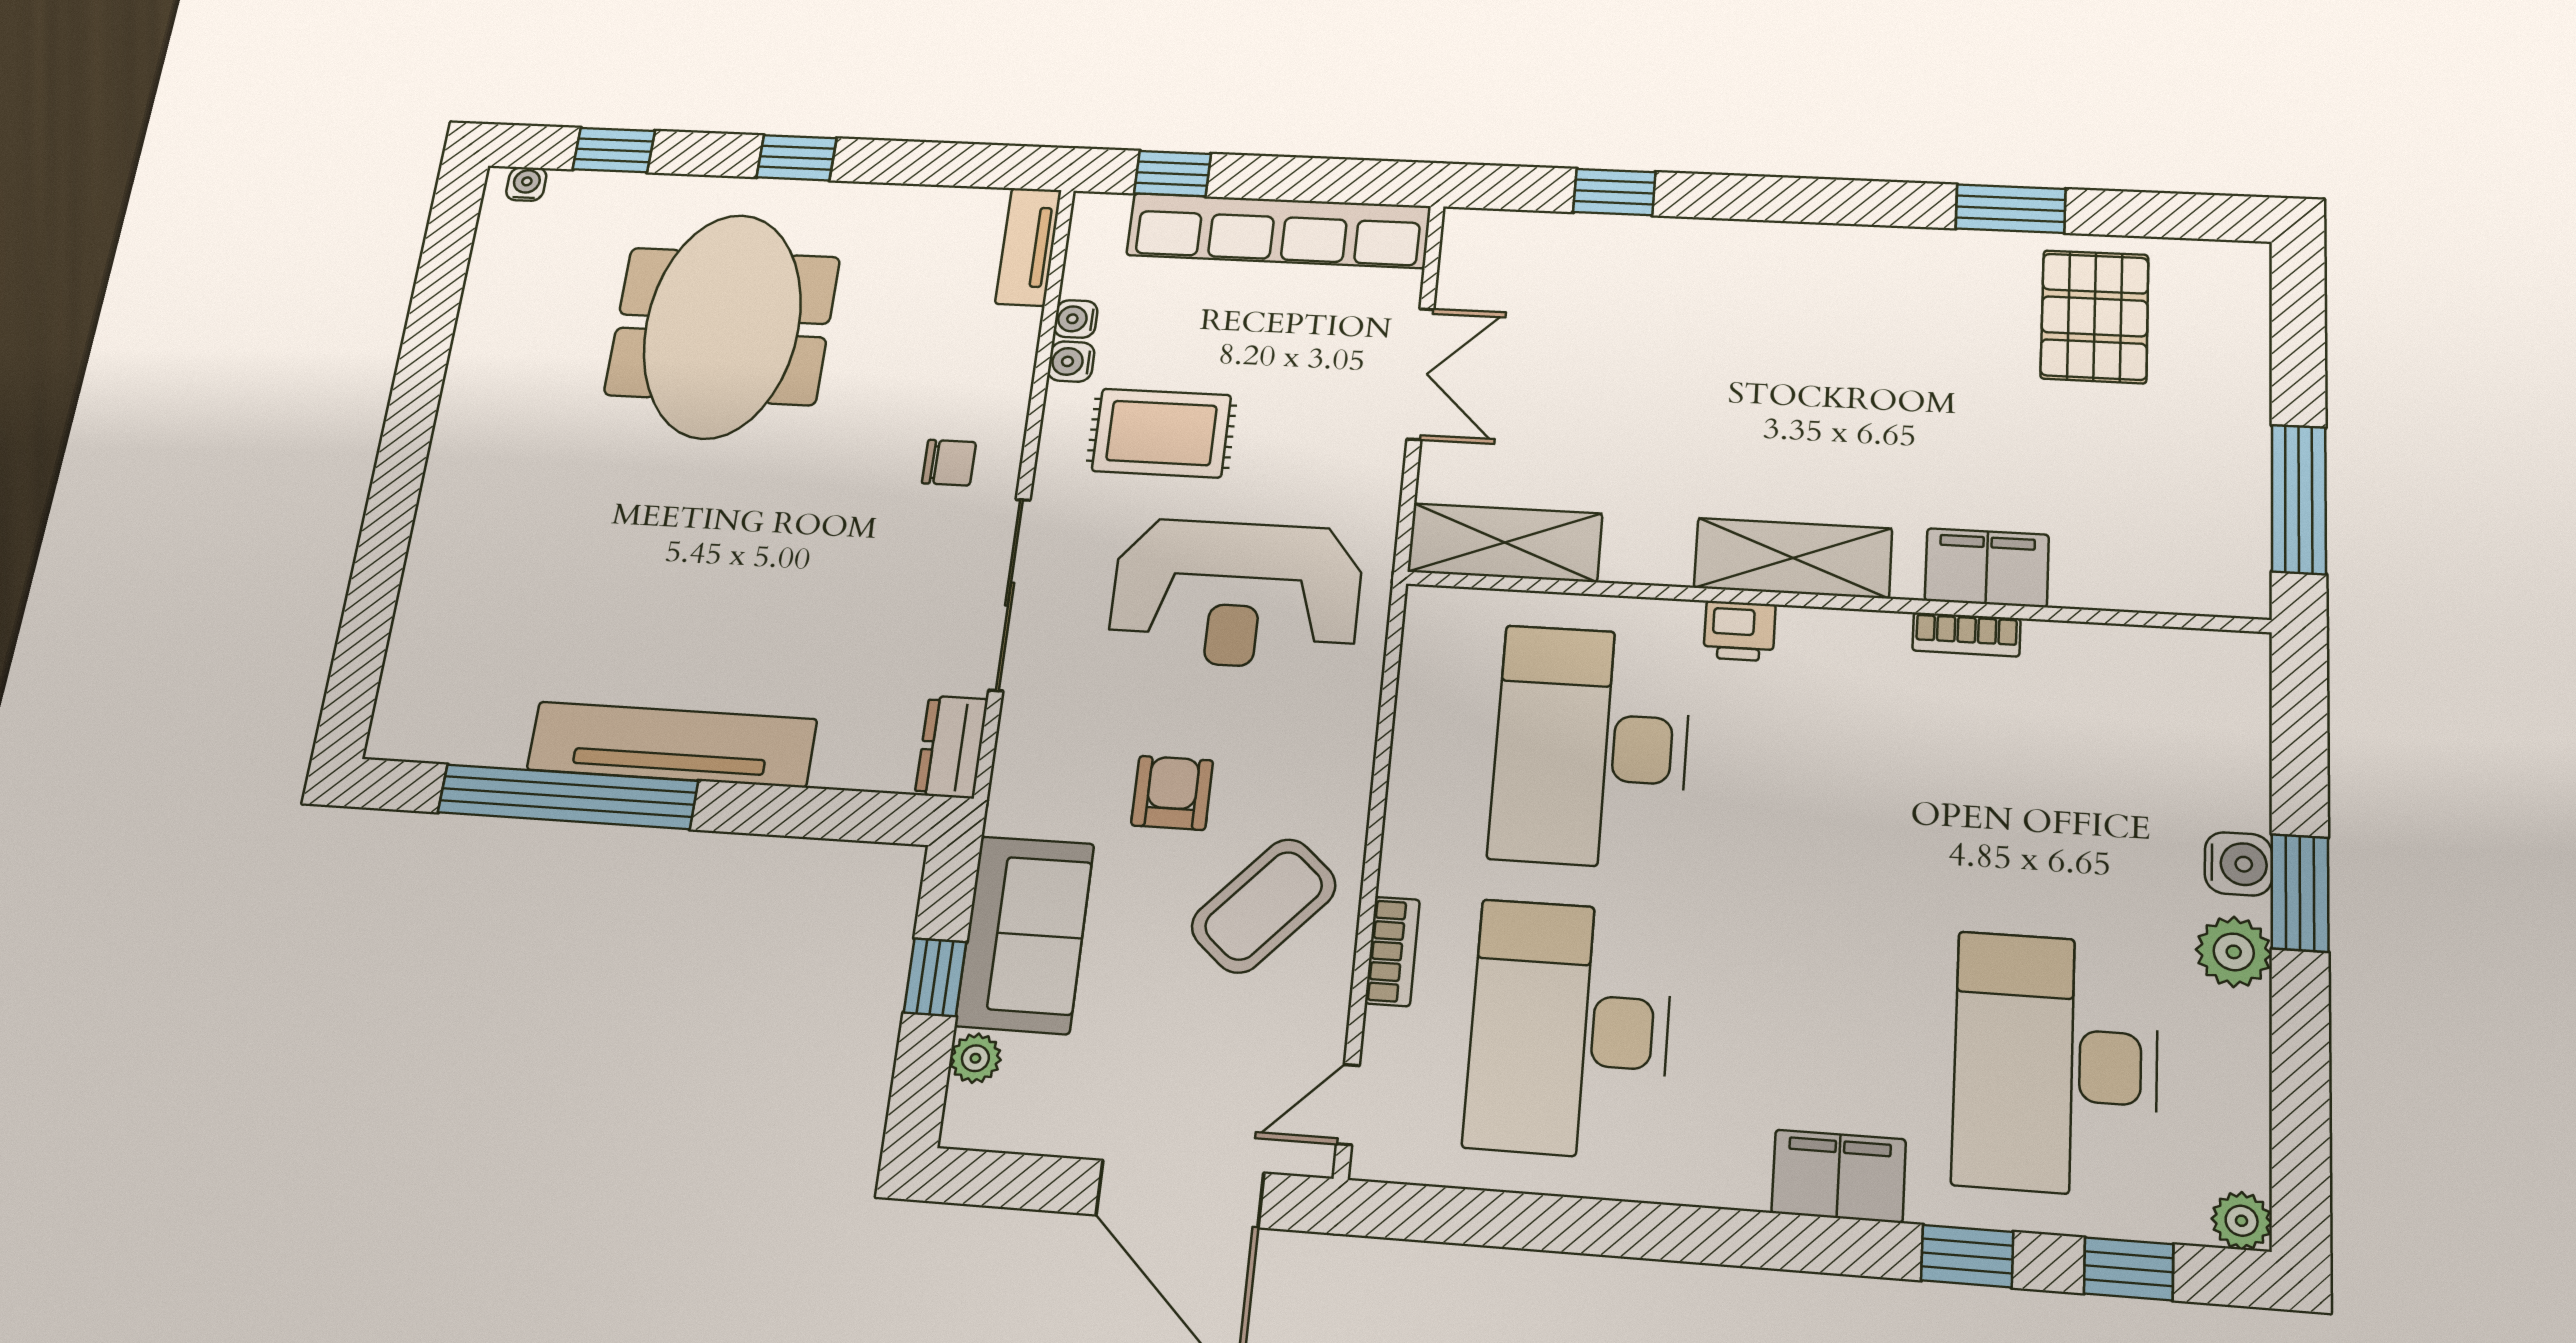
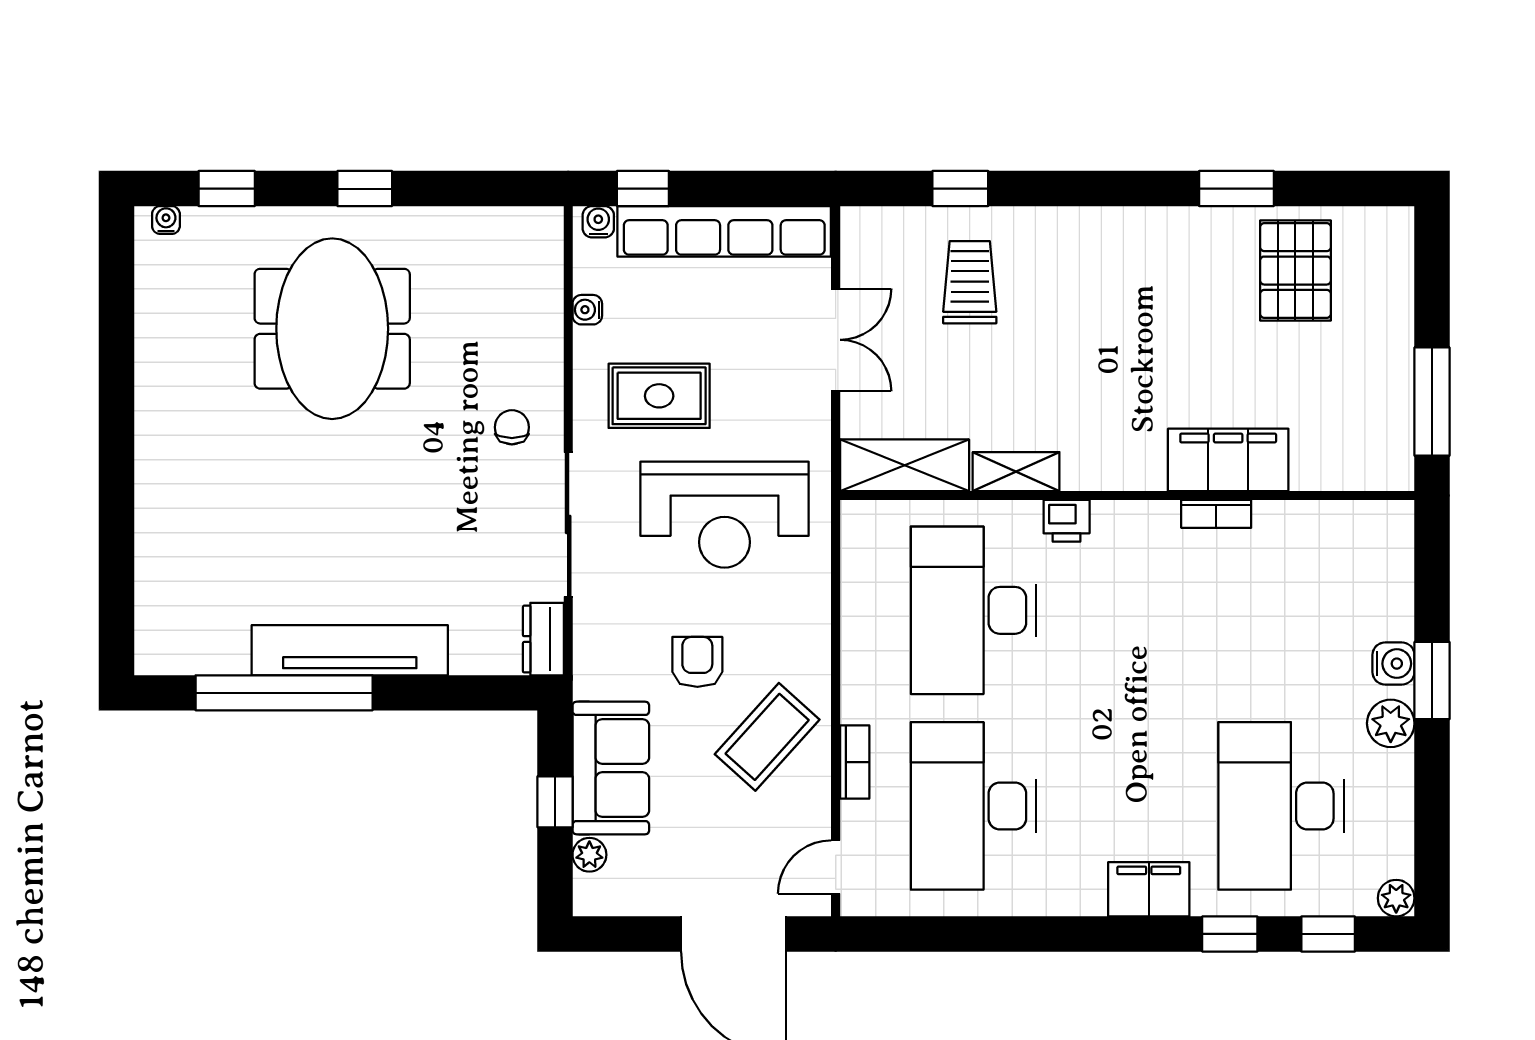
tv unit: (1028, 247) -> (546, 253), removed
trolley: (1619, 310) -> (970, 282), added
water cooler: (1071, 362) -> (598, 222), moved, turned 90
chair: (949, 463) -> (512, 427), turned -90
shelving: (1793, 558) -> (1016, 472), moved, width x0.67, depth x0.75
filing cabinet: (1987, 568) -> (1228, 460), width x1.50, depth x1.17

